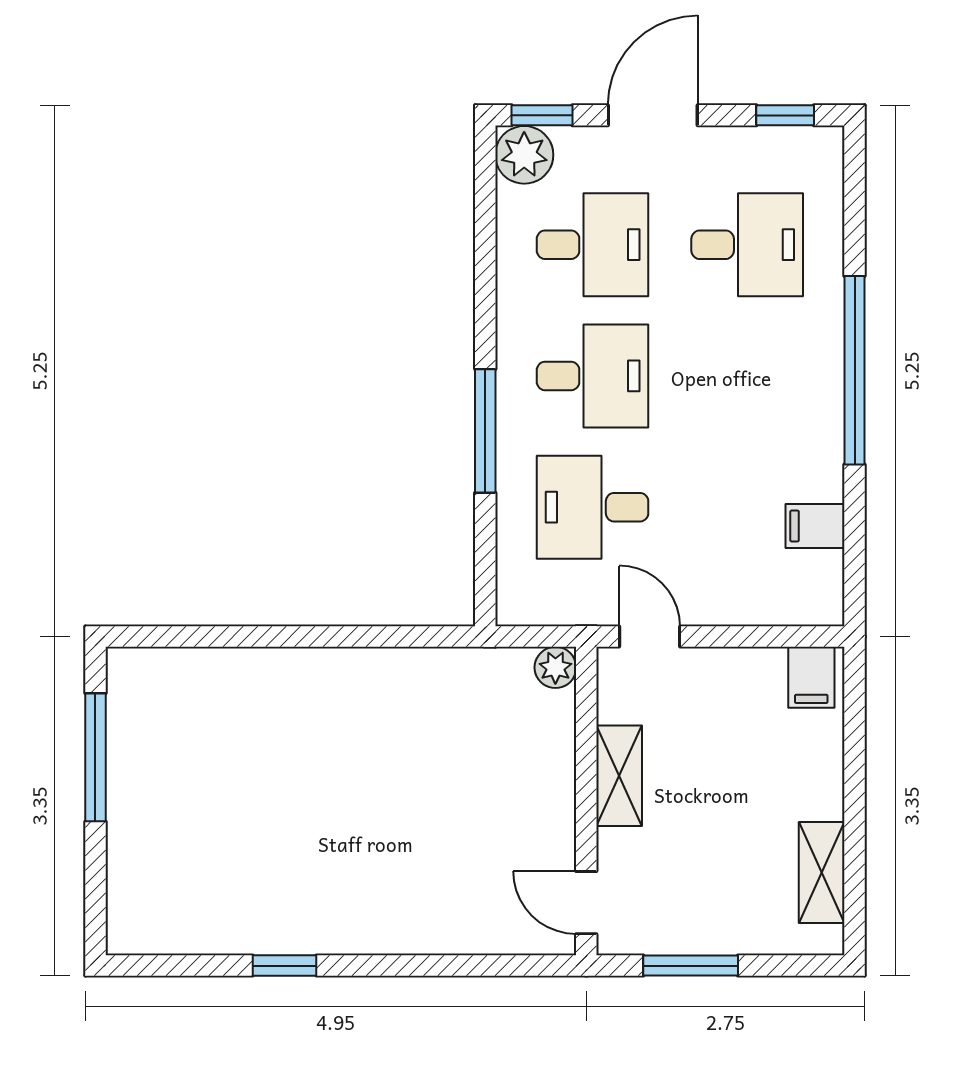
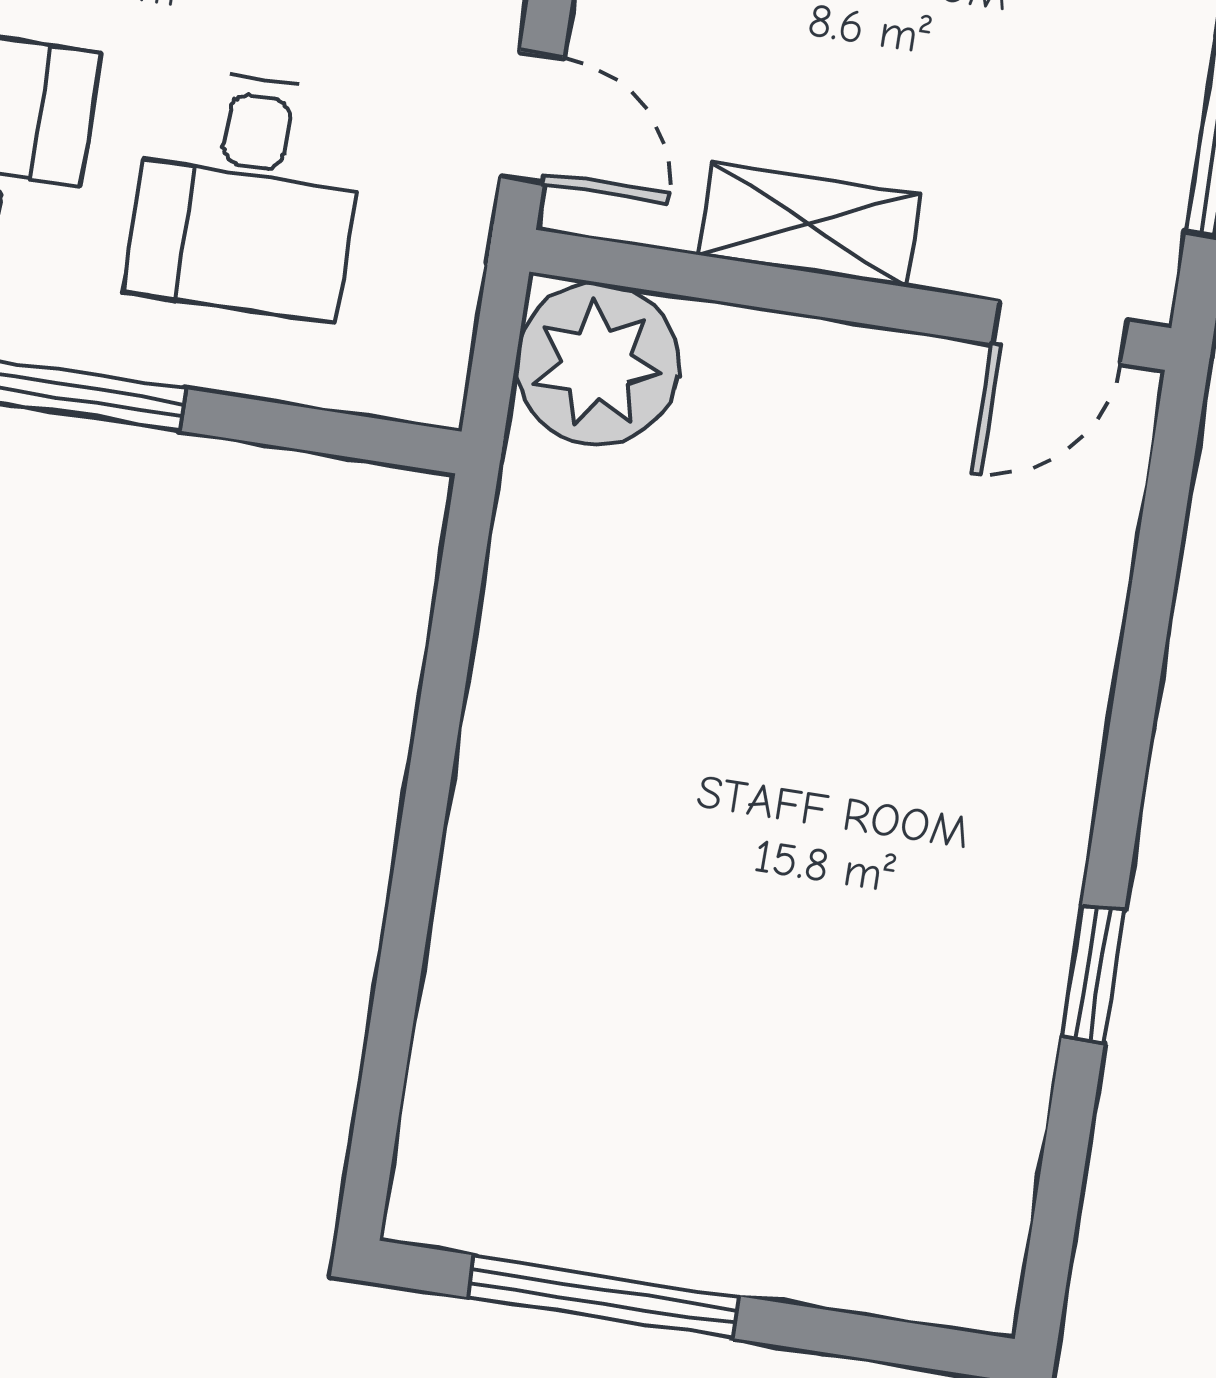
door: (650, 637) -> (532, 117), swing flipped
plant: (555, 667) -> (597, 364), width x1.87, depth x1.87

